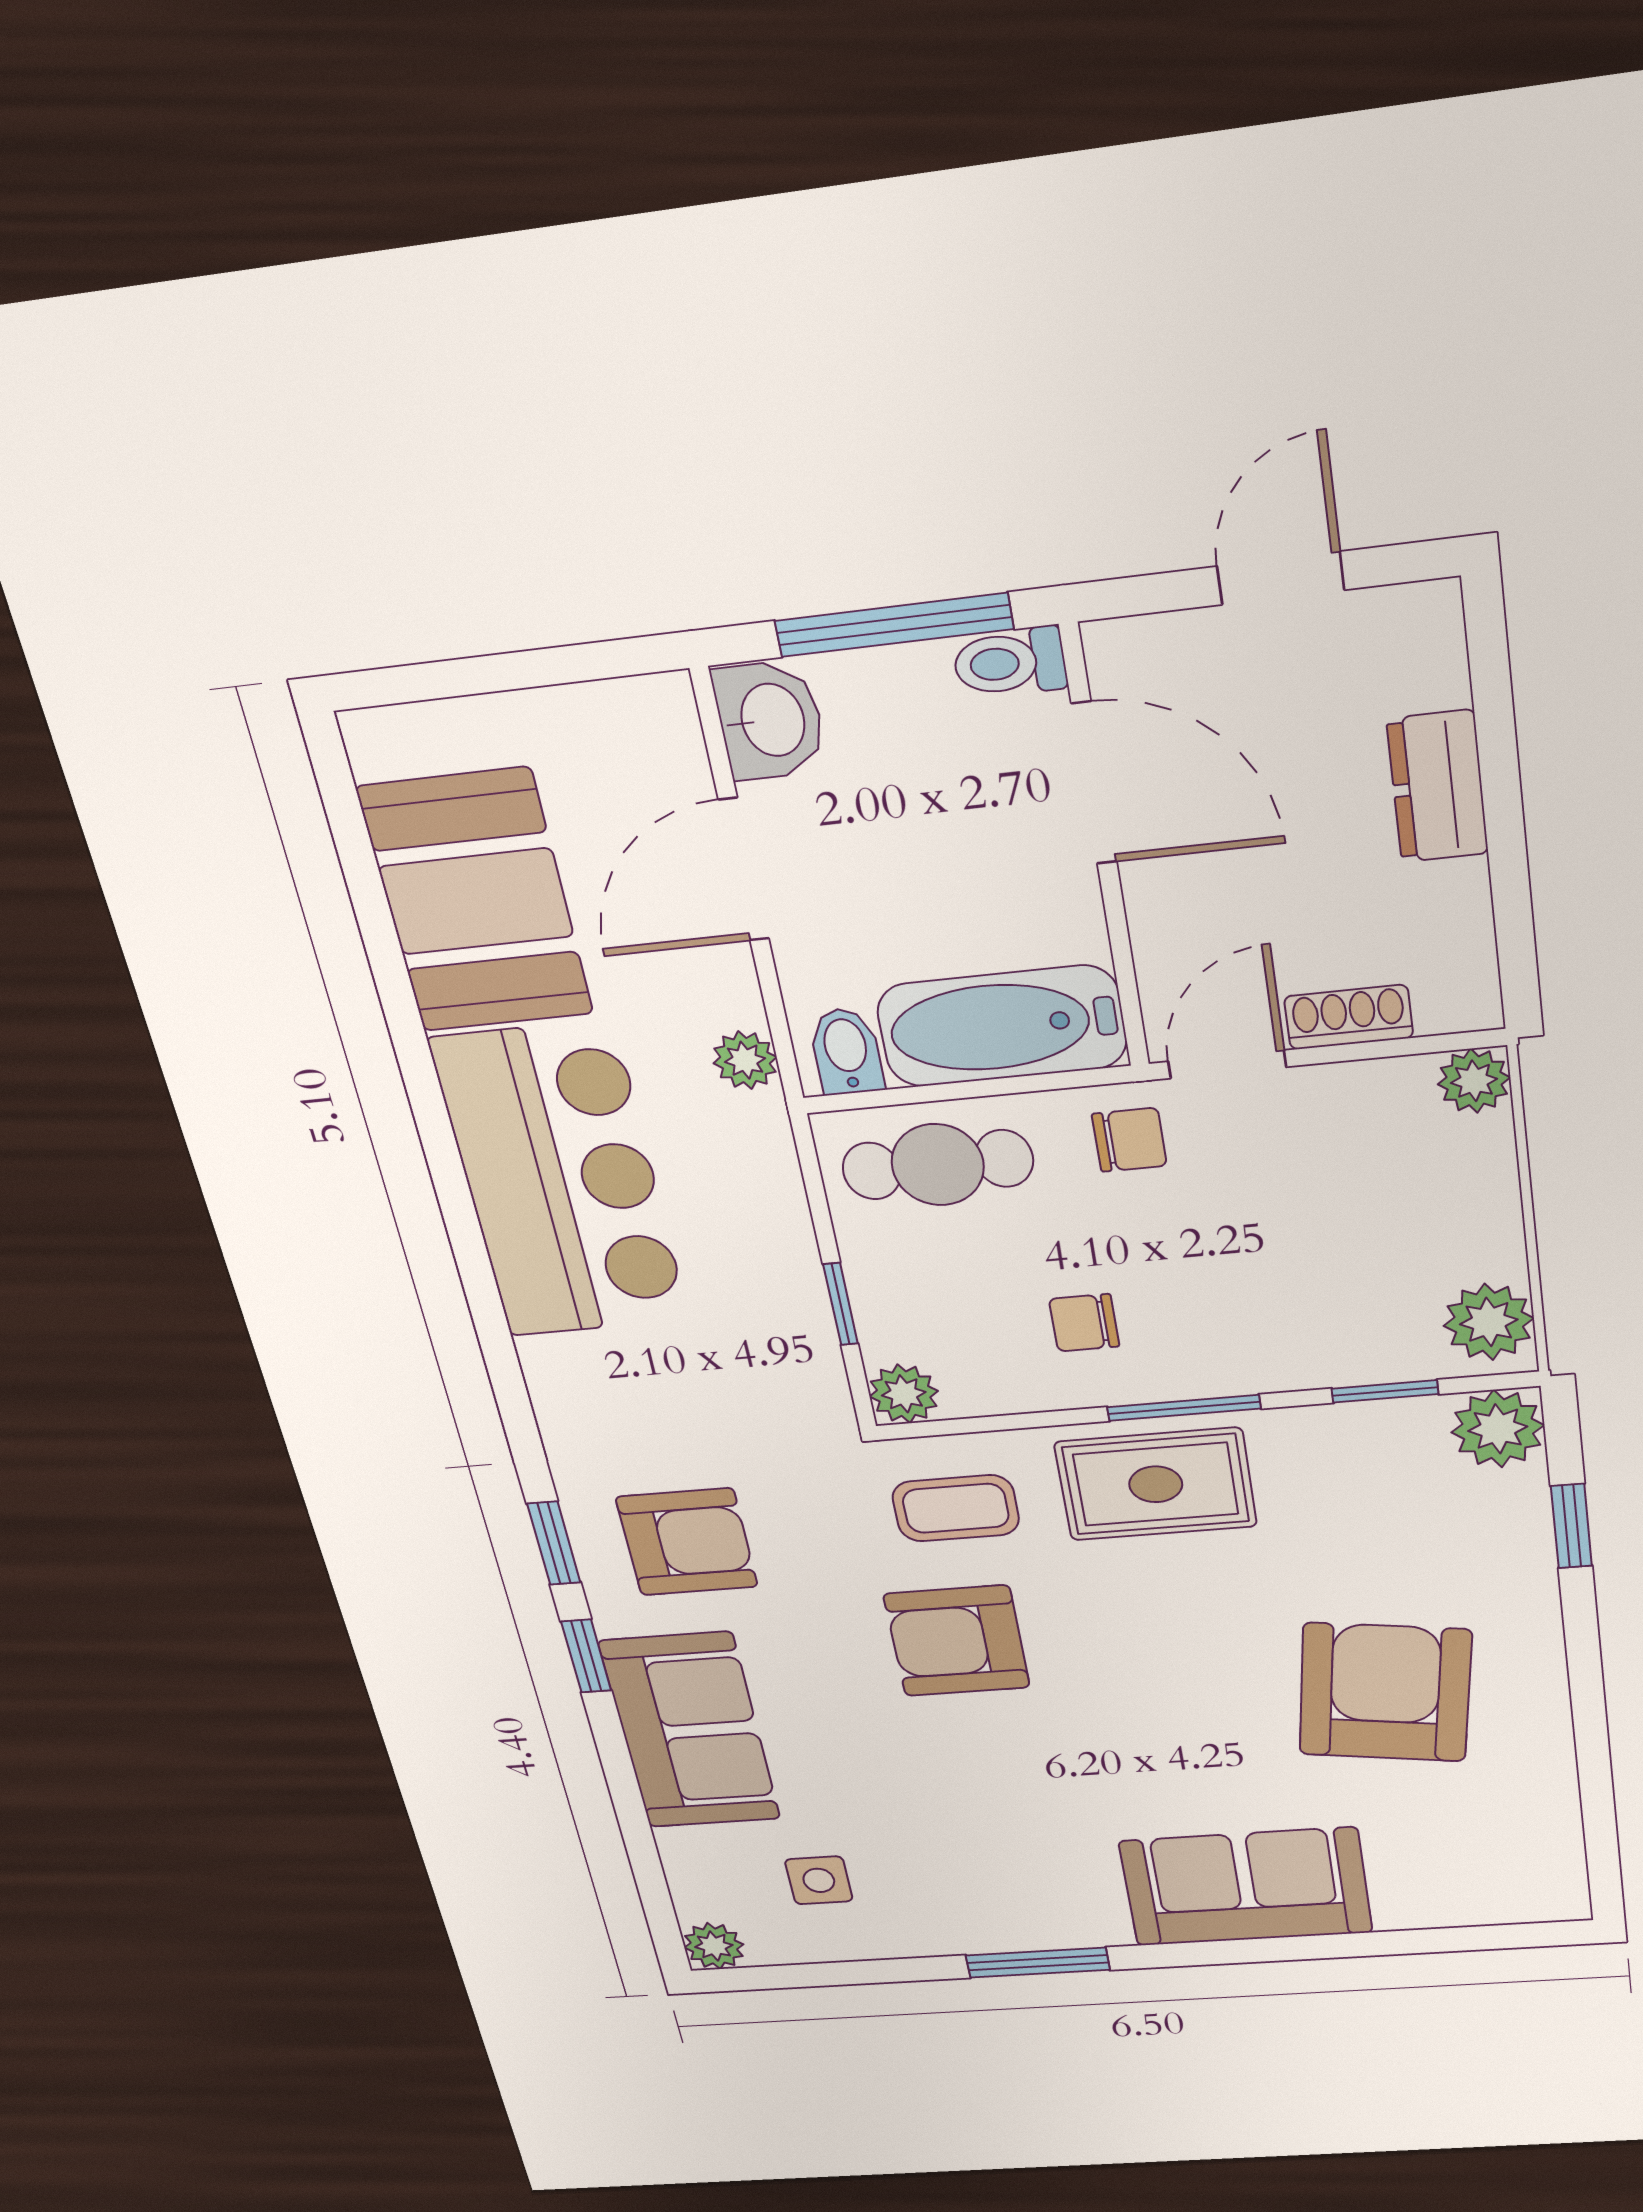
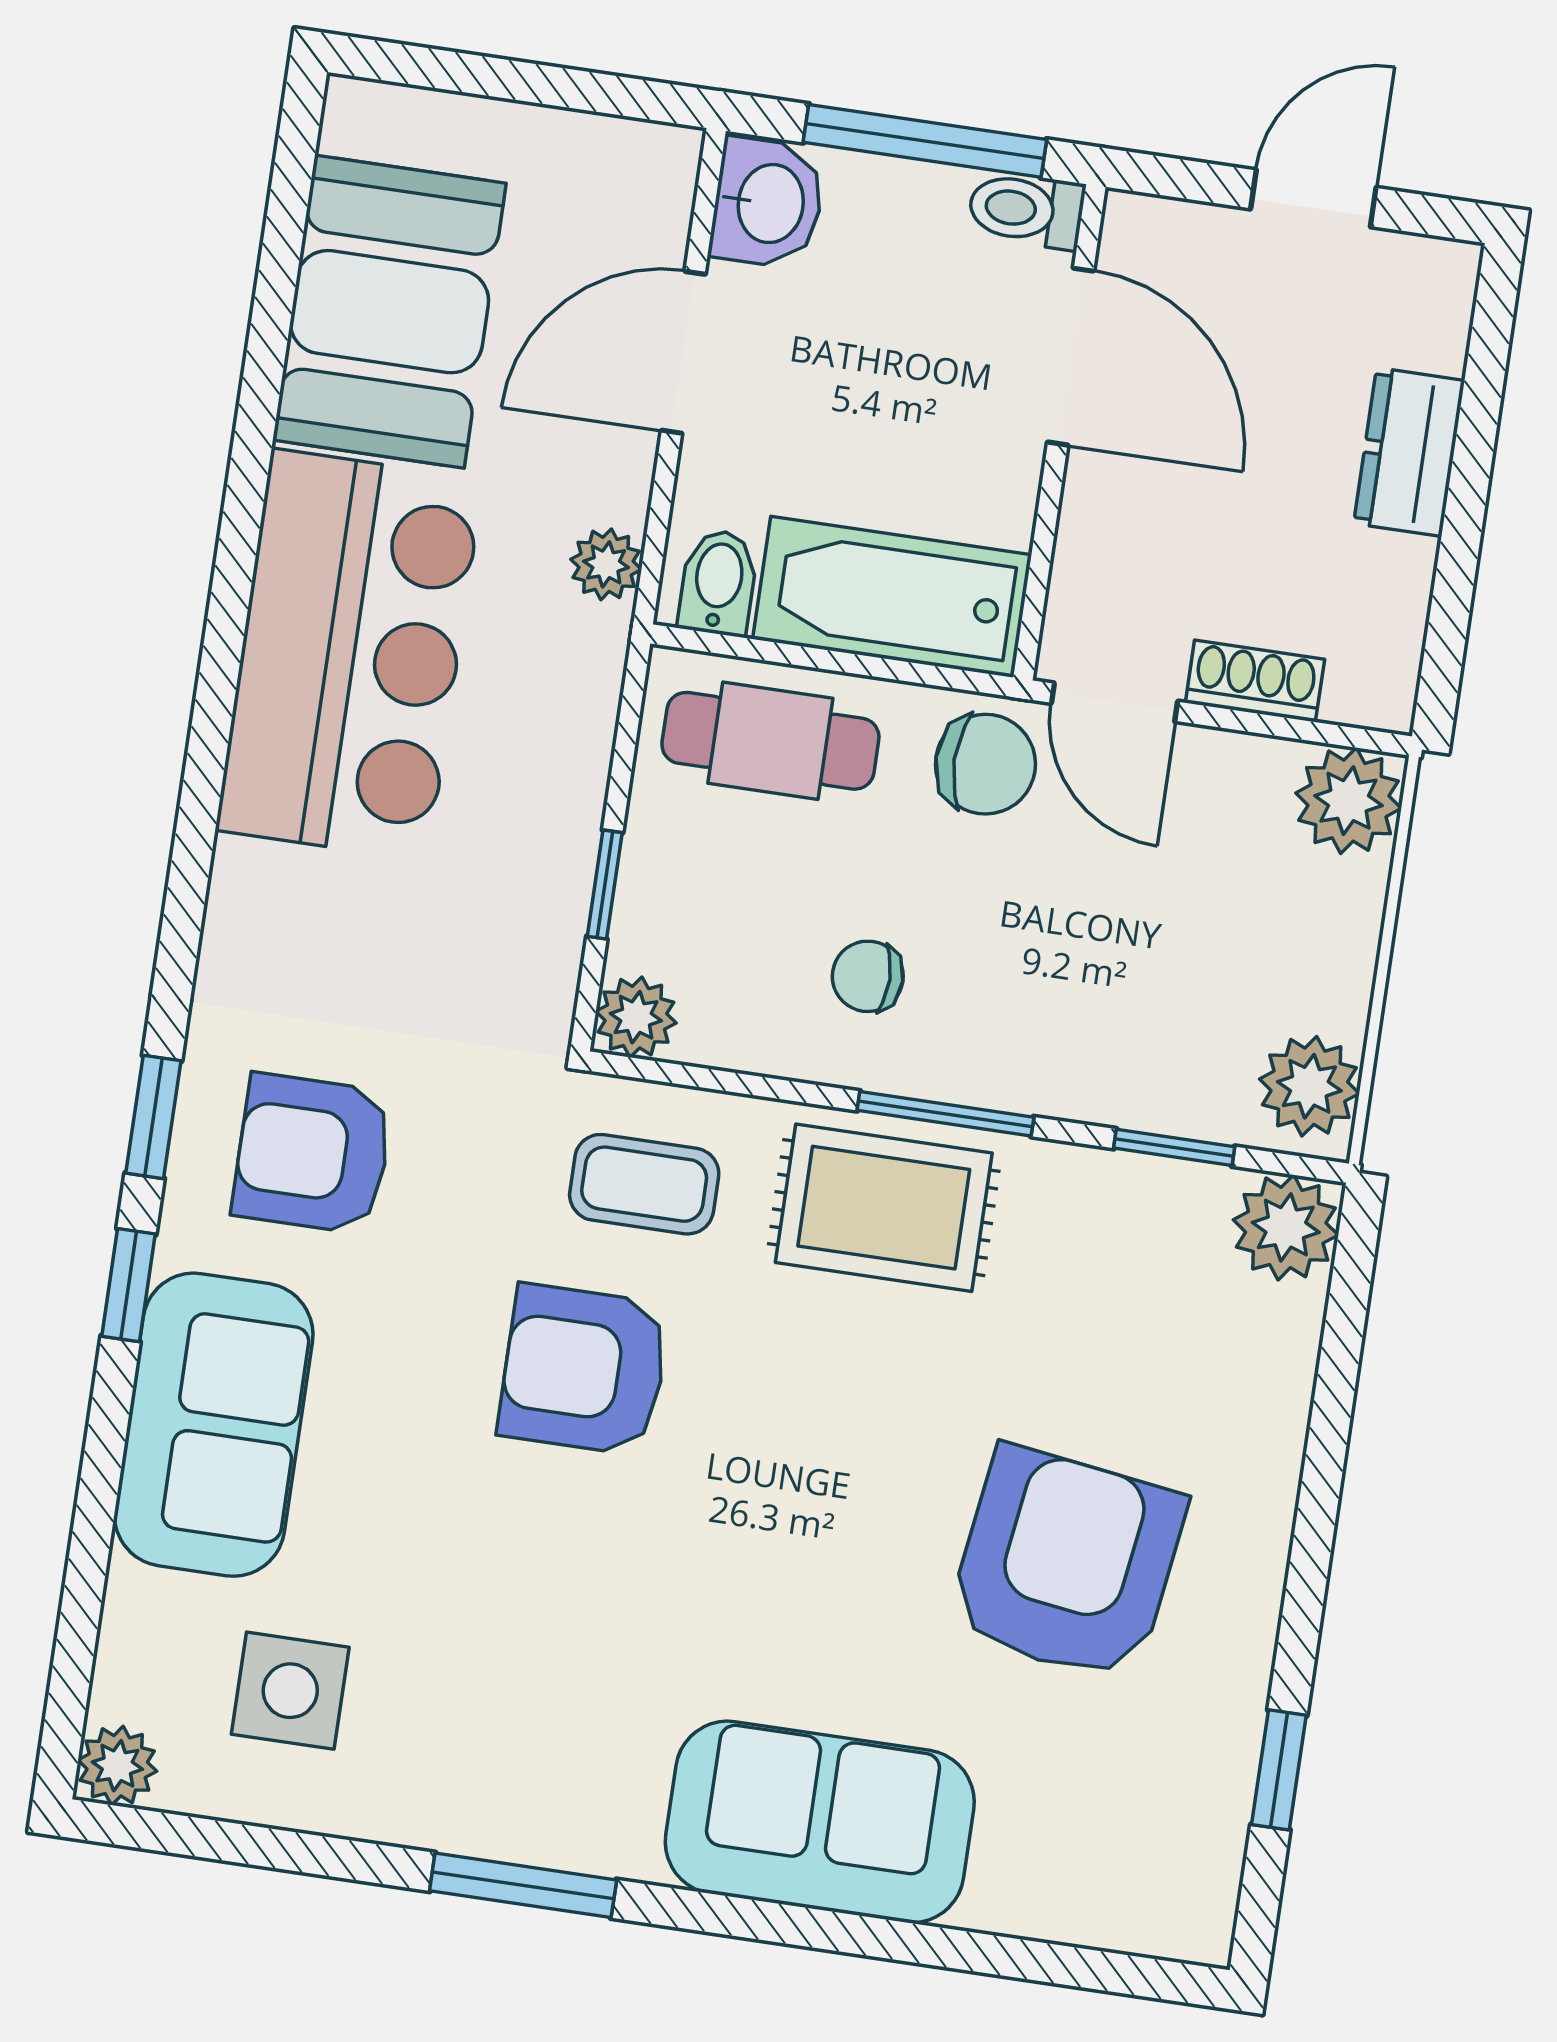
door: (1227, 1064) -> (1114, 702), swing flipped
plant: (1474, 1081) -> (1348, 801), width x1.38, depth x1.38
chair: (1129, 1140) -> (985, 764), width x1.37, depth x1.37
window: (1571, 1526) -> (1279, 1770), moved
armchair: (687, 1542) -> (313, 1154), turned 180
side table: (819, 1880) -> (290, 1691), width x1.37, depth x1.37

